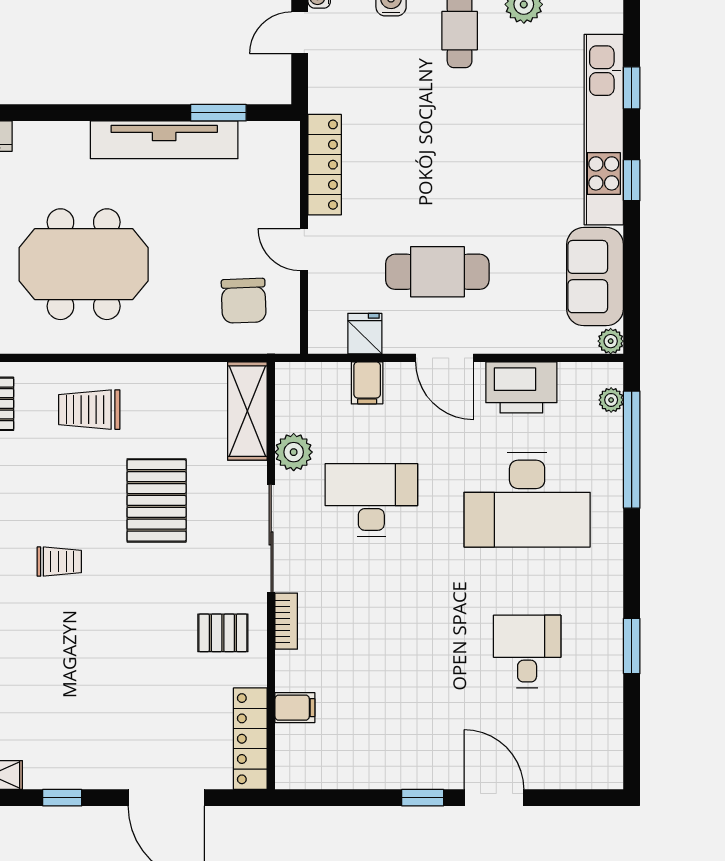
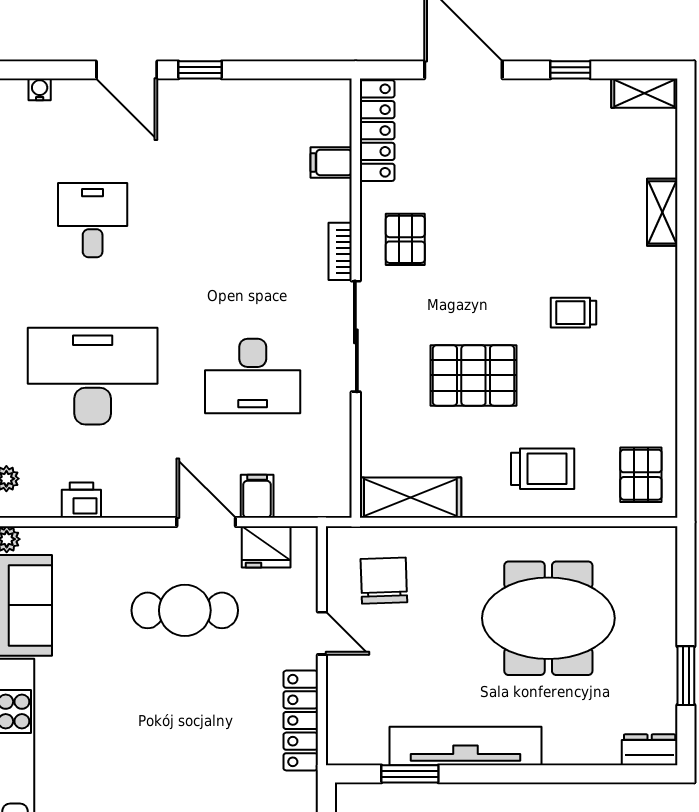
fridge: (365, 334) -> (266, 547), width x1.38
door: (445, 358) -> (206, 522), moved
printer: (521, 387) -> (81, 500), width x0.53, depth x0.68
shelving: (247, 411) -> (410, 498), moved, turned 90
plant: (294, 452) -> (333, 425), removed
pallet: (157, 500) -> (473, 375), turned 90
pallet: (223, 633) -> (405, 239), turned 90
desk: (527, 651) -> (93, 220), turned 180
water cooler: (579, 779) -> (40, 89), added

